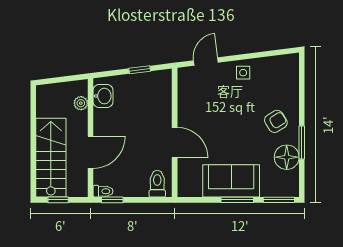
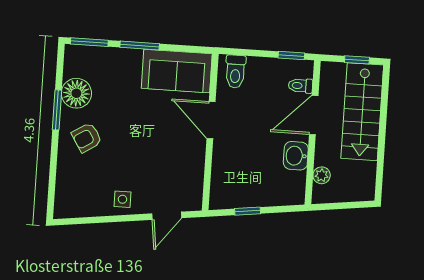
washbasin: (103, 96) -> (296, 156), moved
sofa: (231, 181) -> (177, 71), moved
toilet: (103, 191) -> (300, 86), moved

